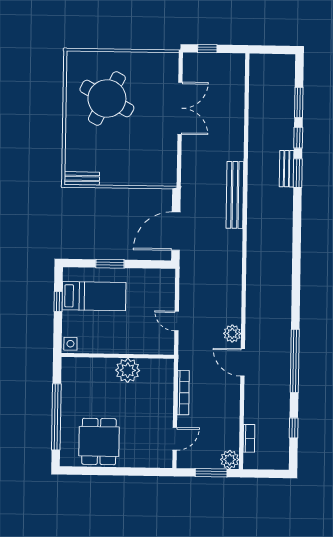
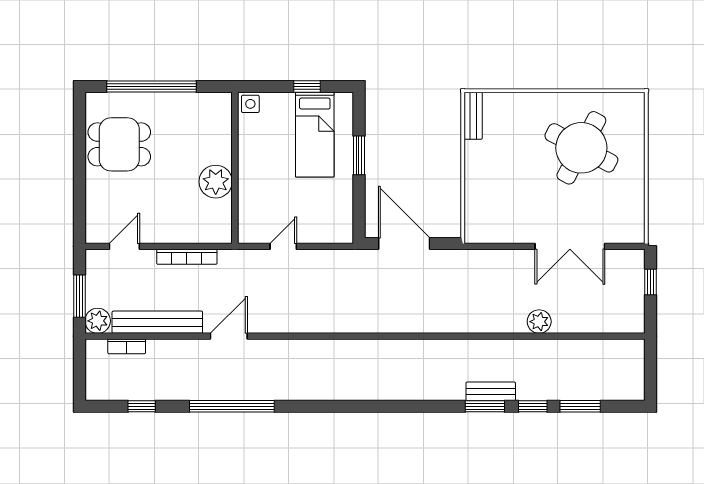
bench: (235, 195) -> (157, 322), moved
plant: (232, 334) -> (539, 322), moved
door: (175, 439) -> (124, 246), swing flipped

